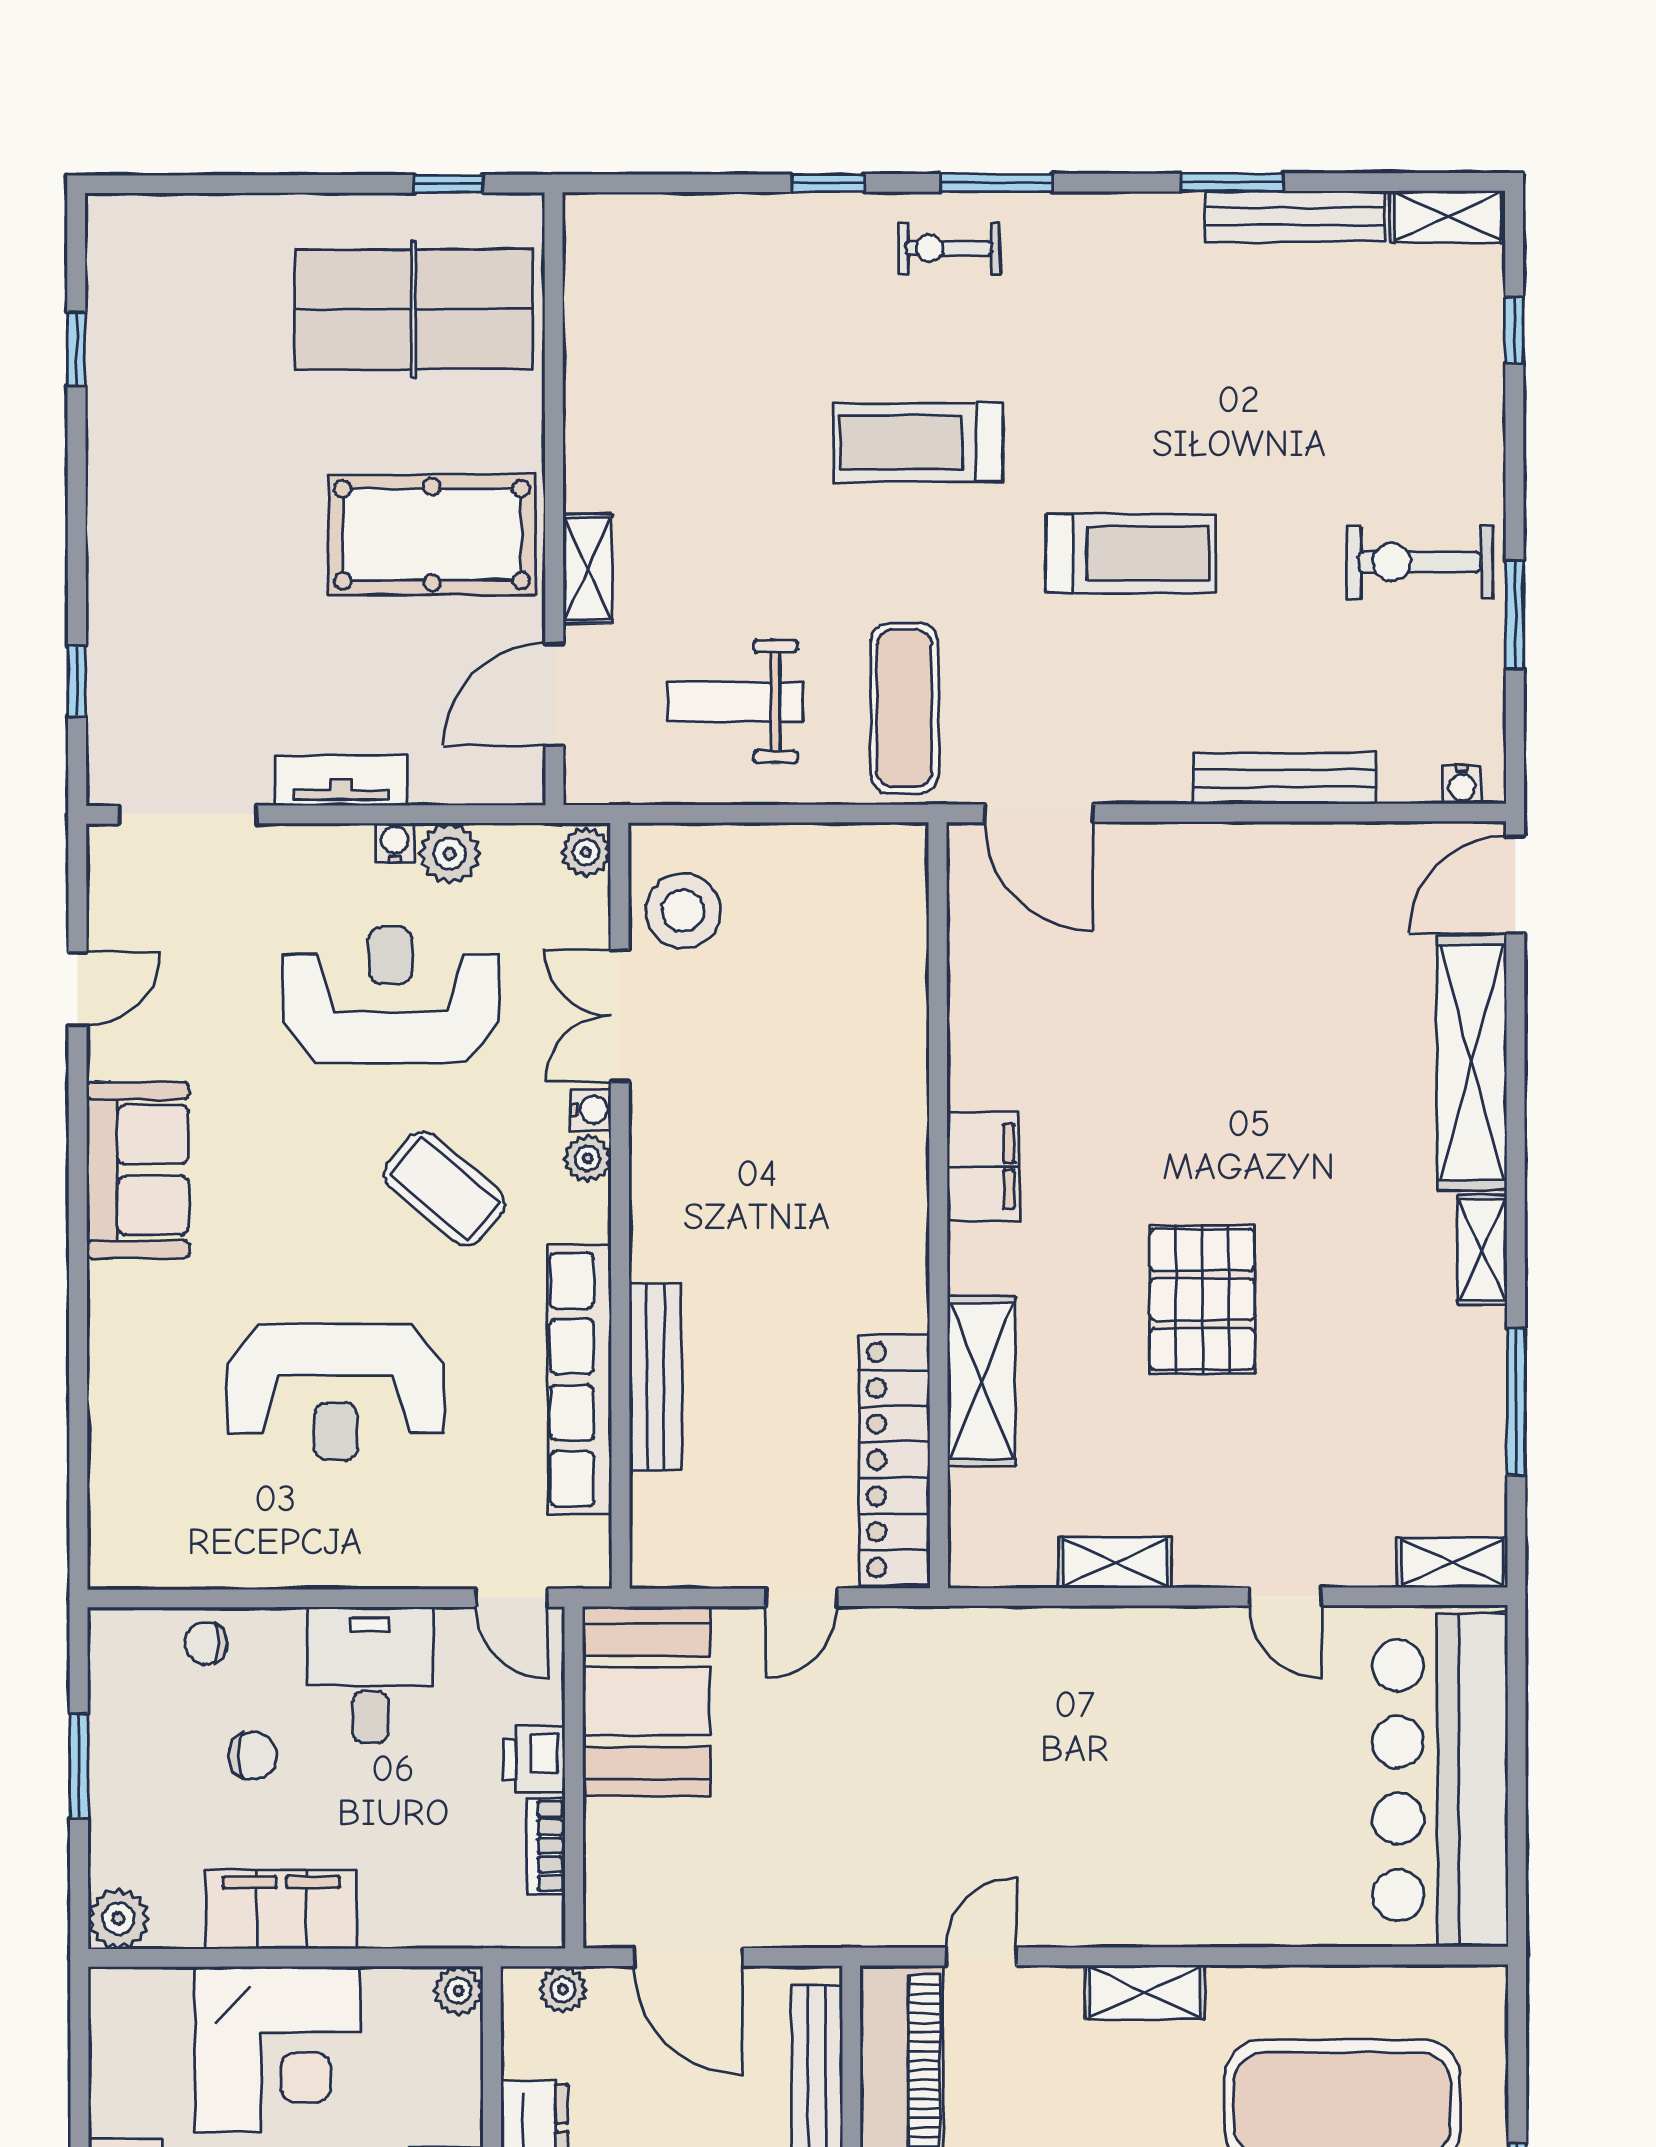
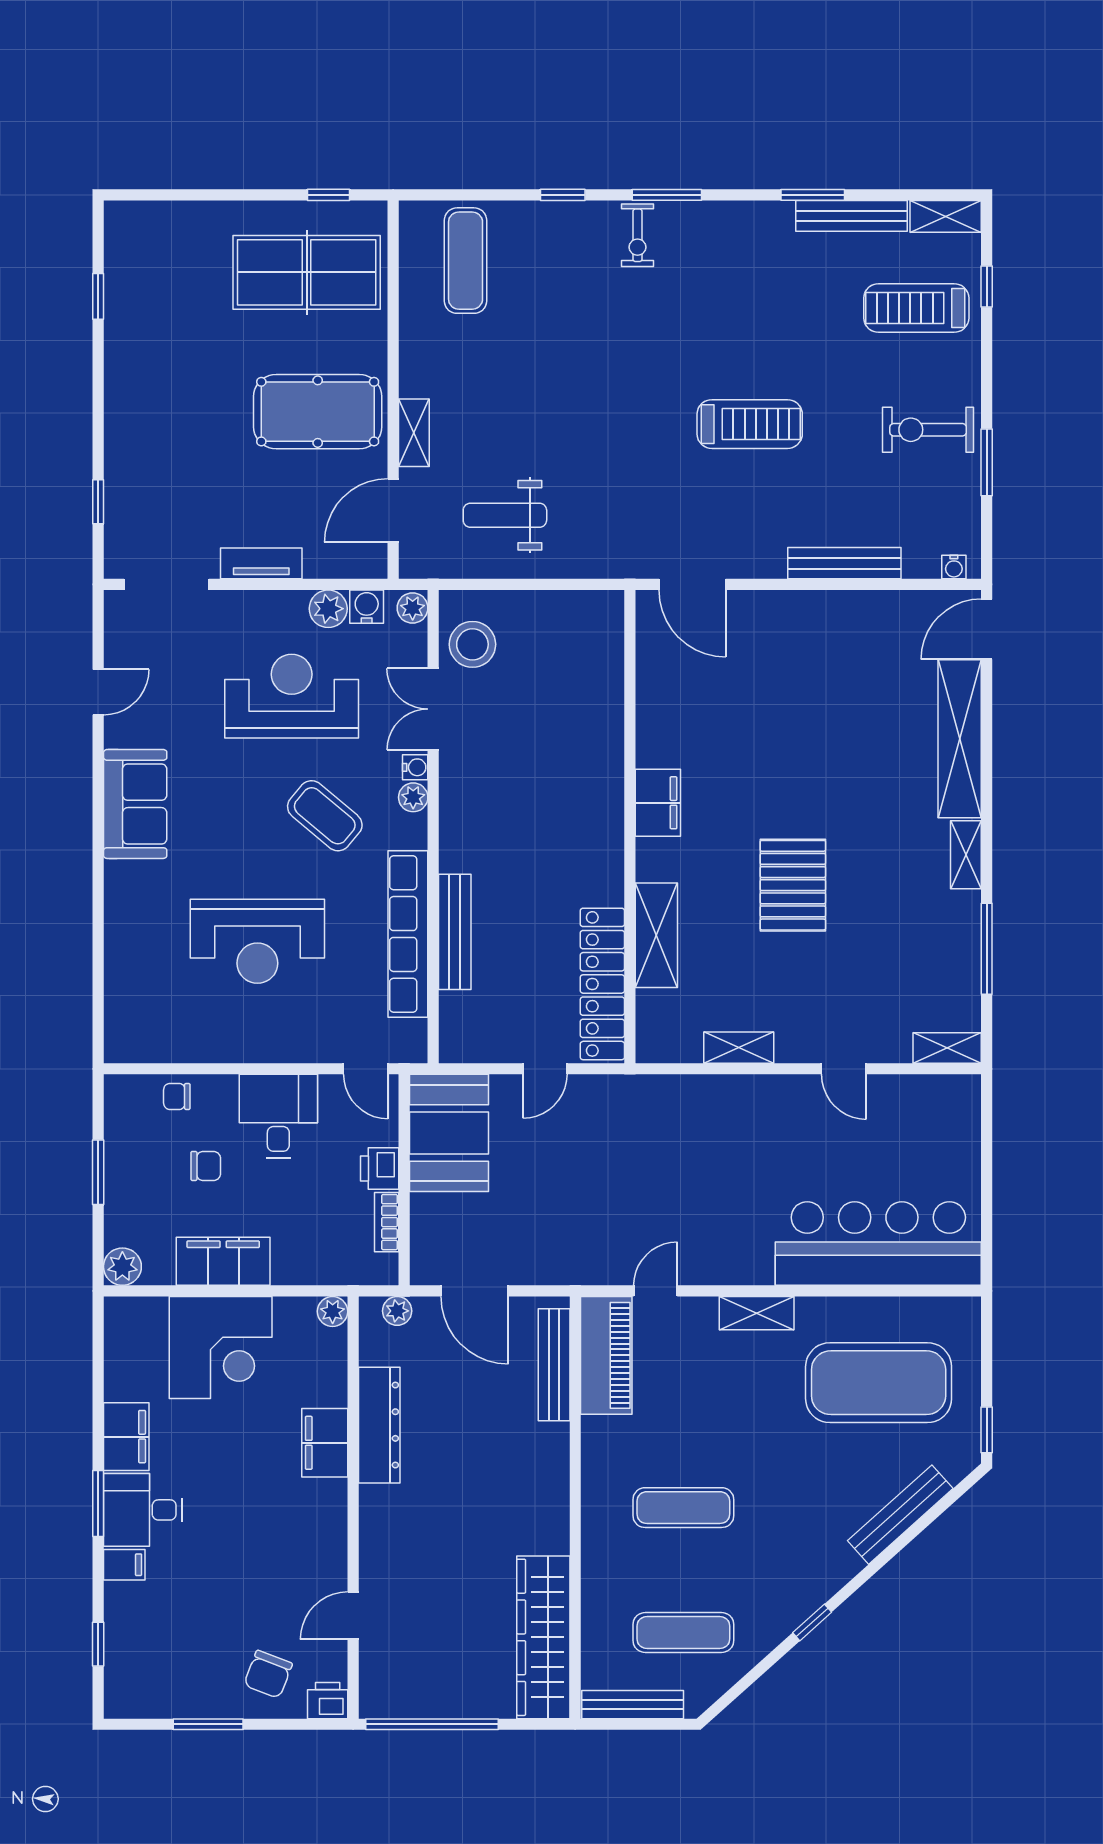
exercise bike: (949, 248) -> (637, 235), turned -90
treadmill: (918, 442) -> (916, 308), moved
exercise mat: (904, 708) -> (466, 261), moved
water cooler: (395, 843) -> (367, 607), moved, width x1.38, depth x1.38
bar counter: (1440, 1780) -> (878, 1244), moved, turned 90

